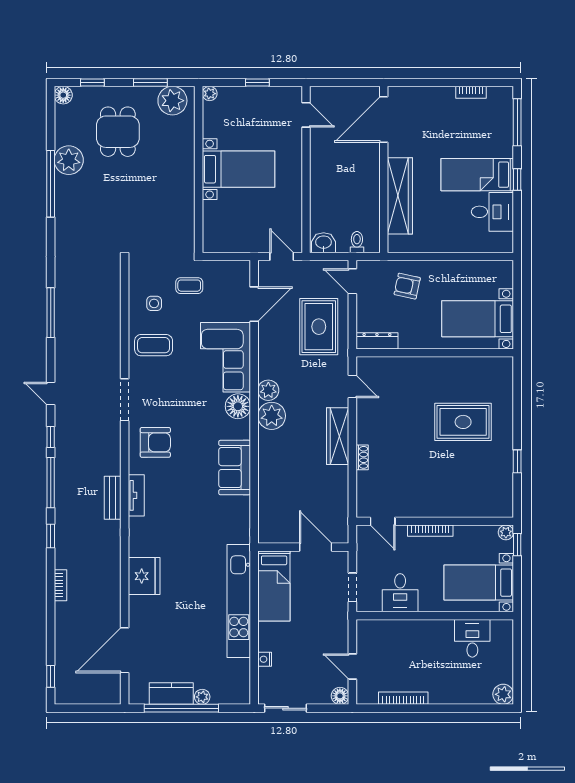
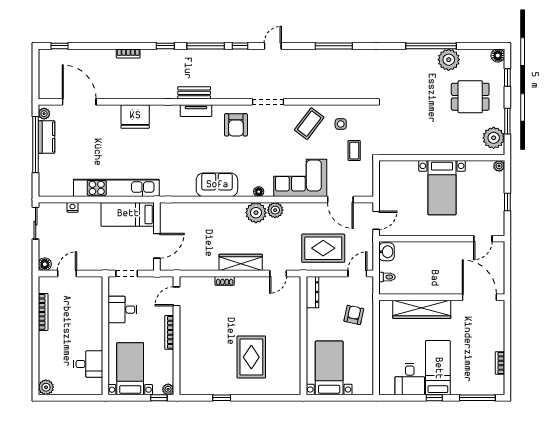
coffee table: (154, 345) -> (309, 124), turned 37
floor lamp: (238, 406) -> (259, 192), width x0.53, depth x0.53
plant: (202, 697) -> (44, 114), moved

